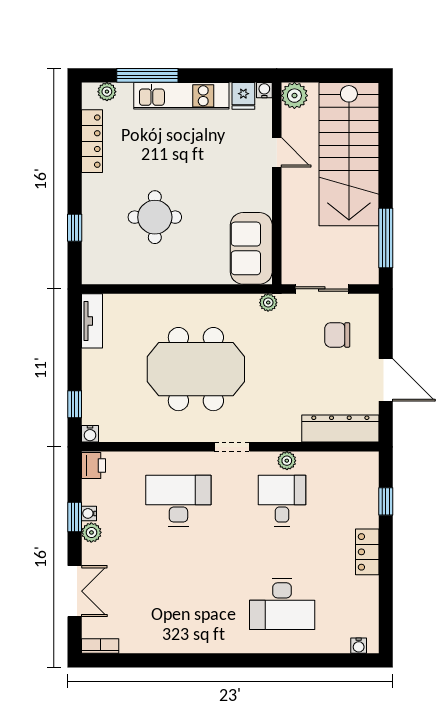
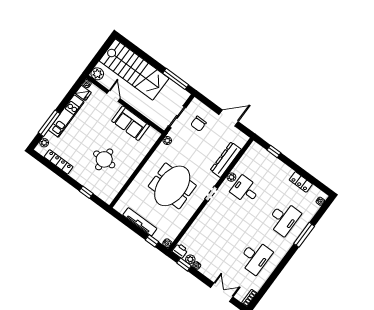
door: (277, 152) -> (114, 96), hinge flipped
sofa: (251, 248) -> (130, 123), moved
tv unit: (92, 321) -> (140, 222), moved, width x1.41
dresser: (340, 428) -> (226, 160), moved
desk: (178, 501) -> (255, 257), moved, turned 180
window: (75, 517) -> (184, 264), moved
plant: (91, 532) -> (190, 259), moved
locker: (367, 552) -> (301, 182), moved
window: (280, 660) -> (304, 235), added

